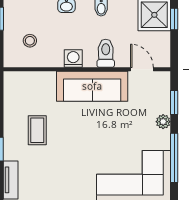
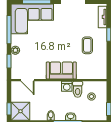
toilet: (106, 53) -> (78, 89), moved
sofa: (92, 86) -> (61, 70), width x0.73

